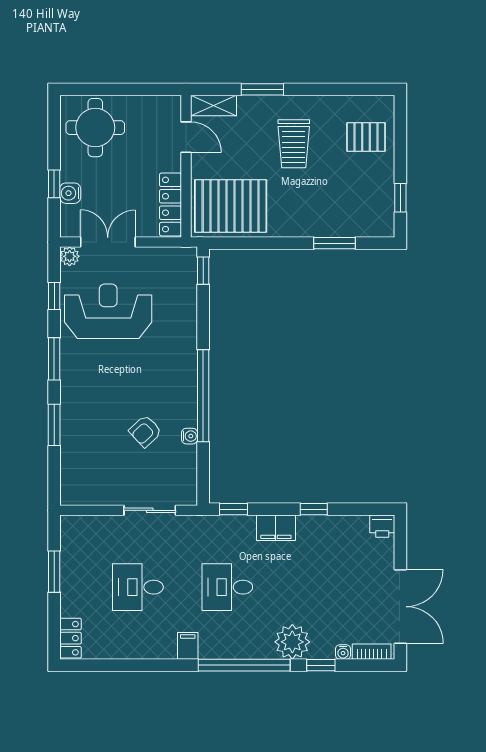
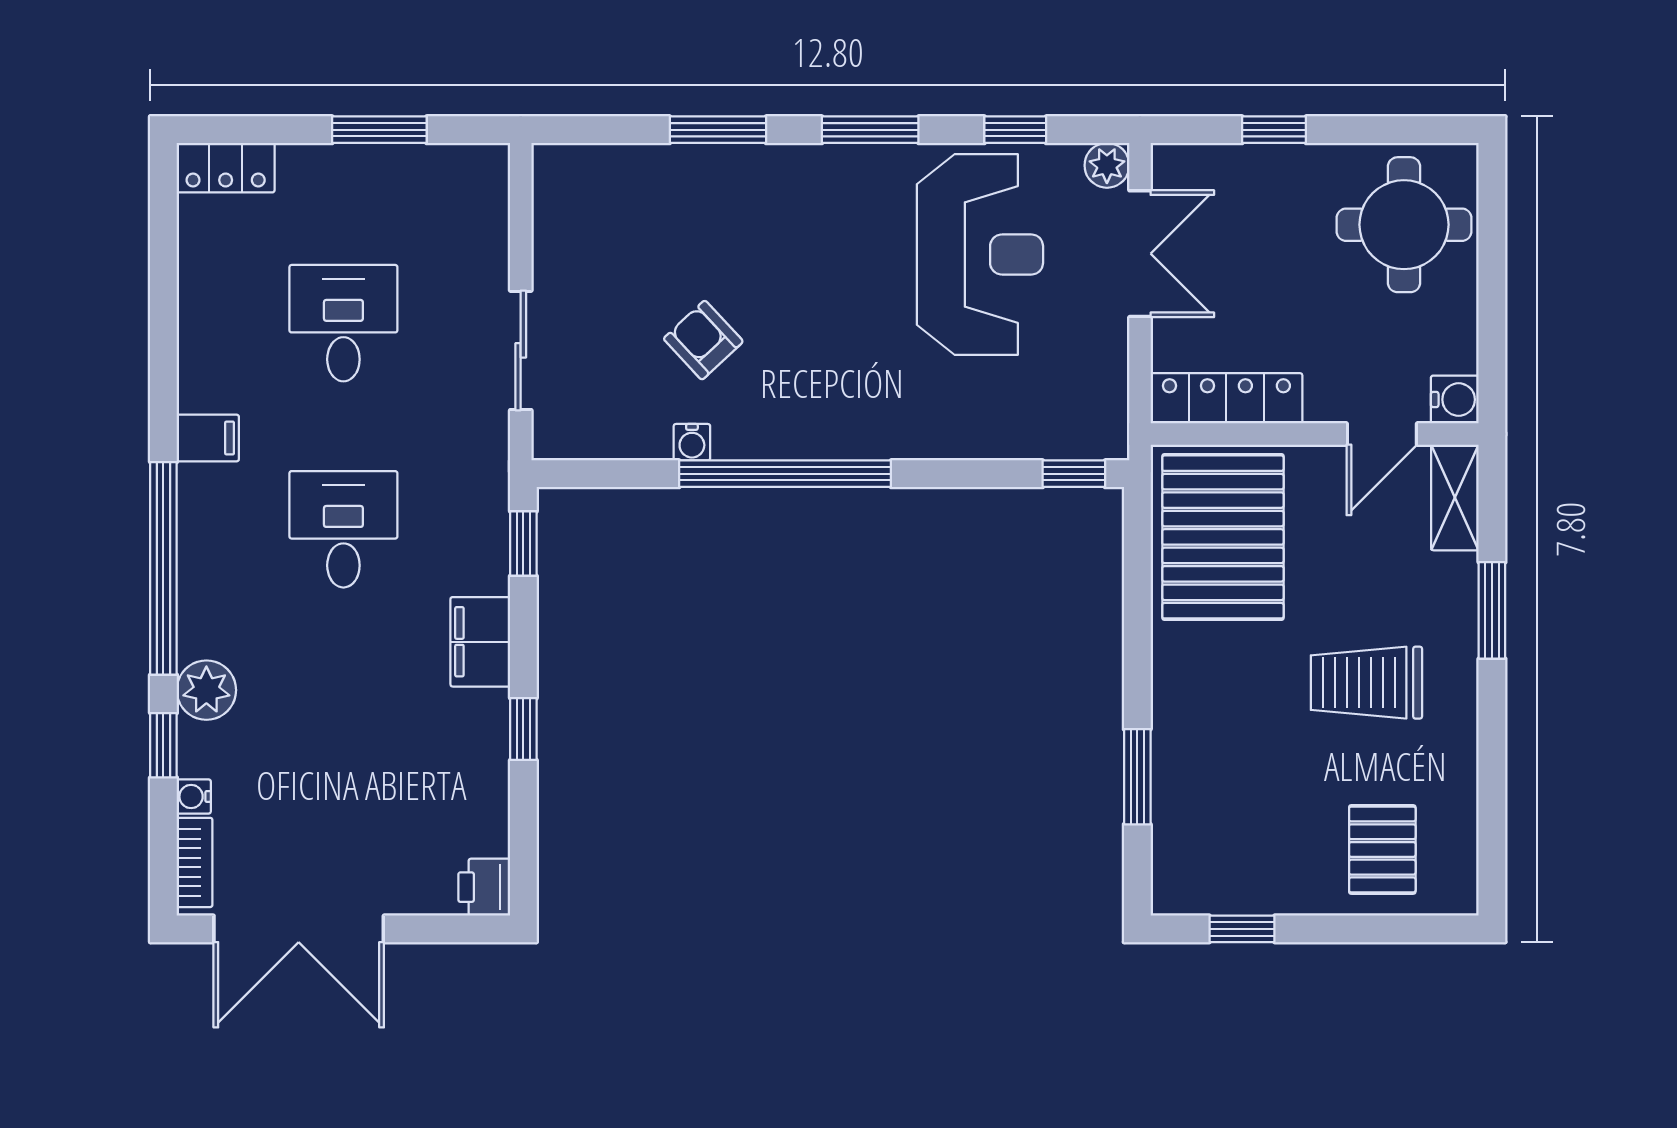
water cooler: (70, 193) -> (1455, 400), moved, turned 90
plant: (292, 642) -> (206, 690), width x0.73, depth x0.73

